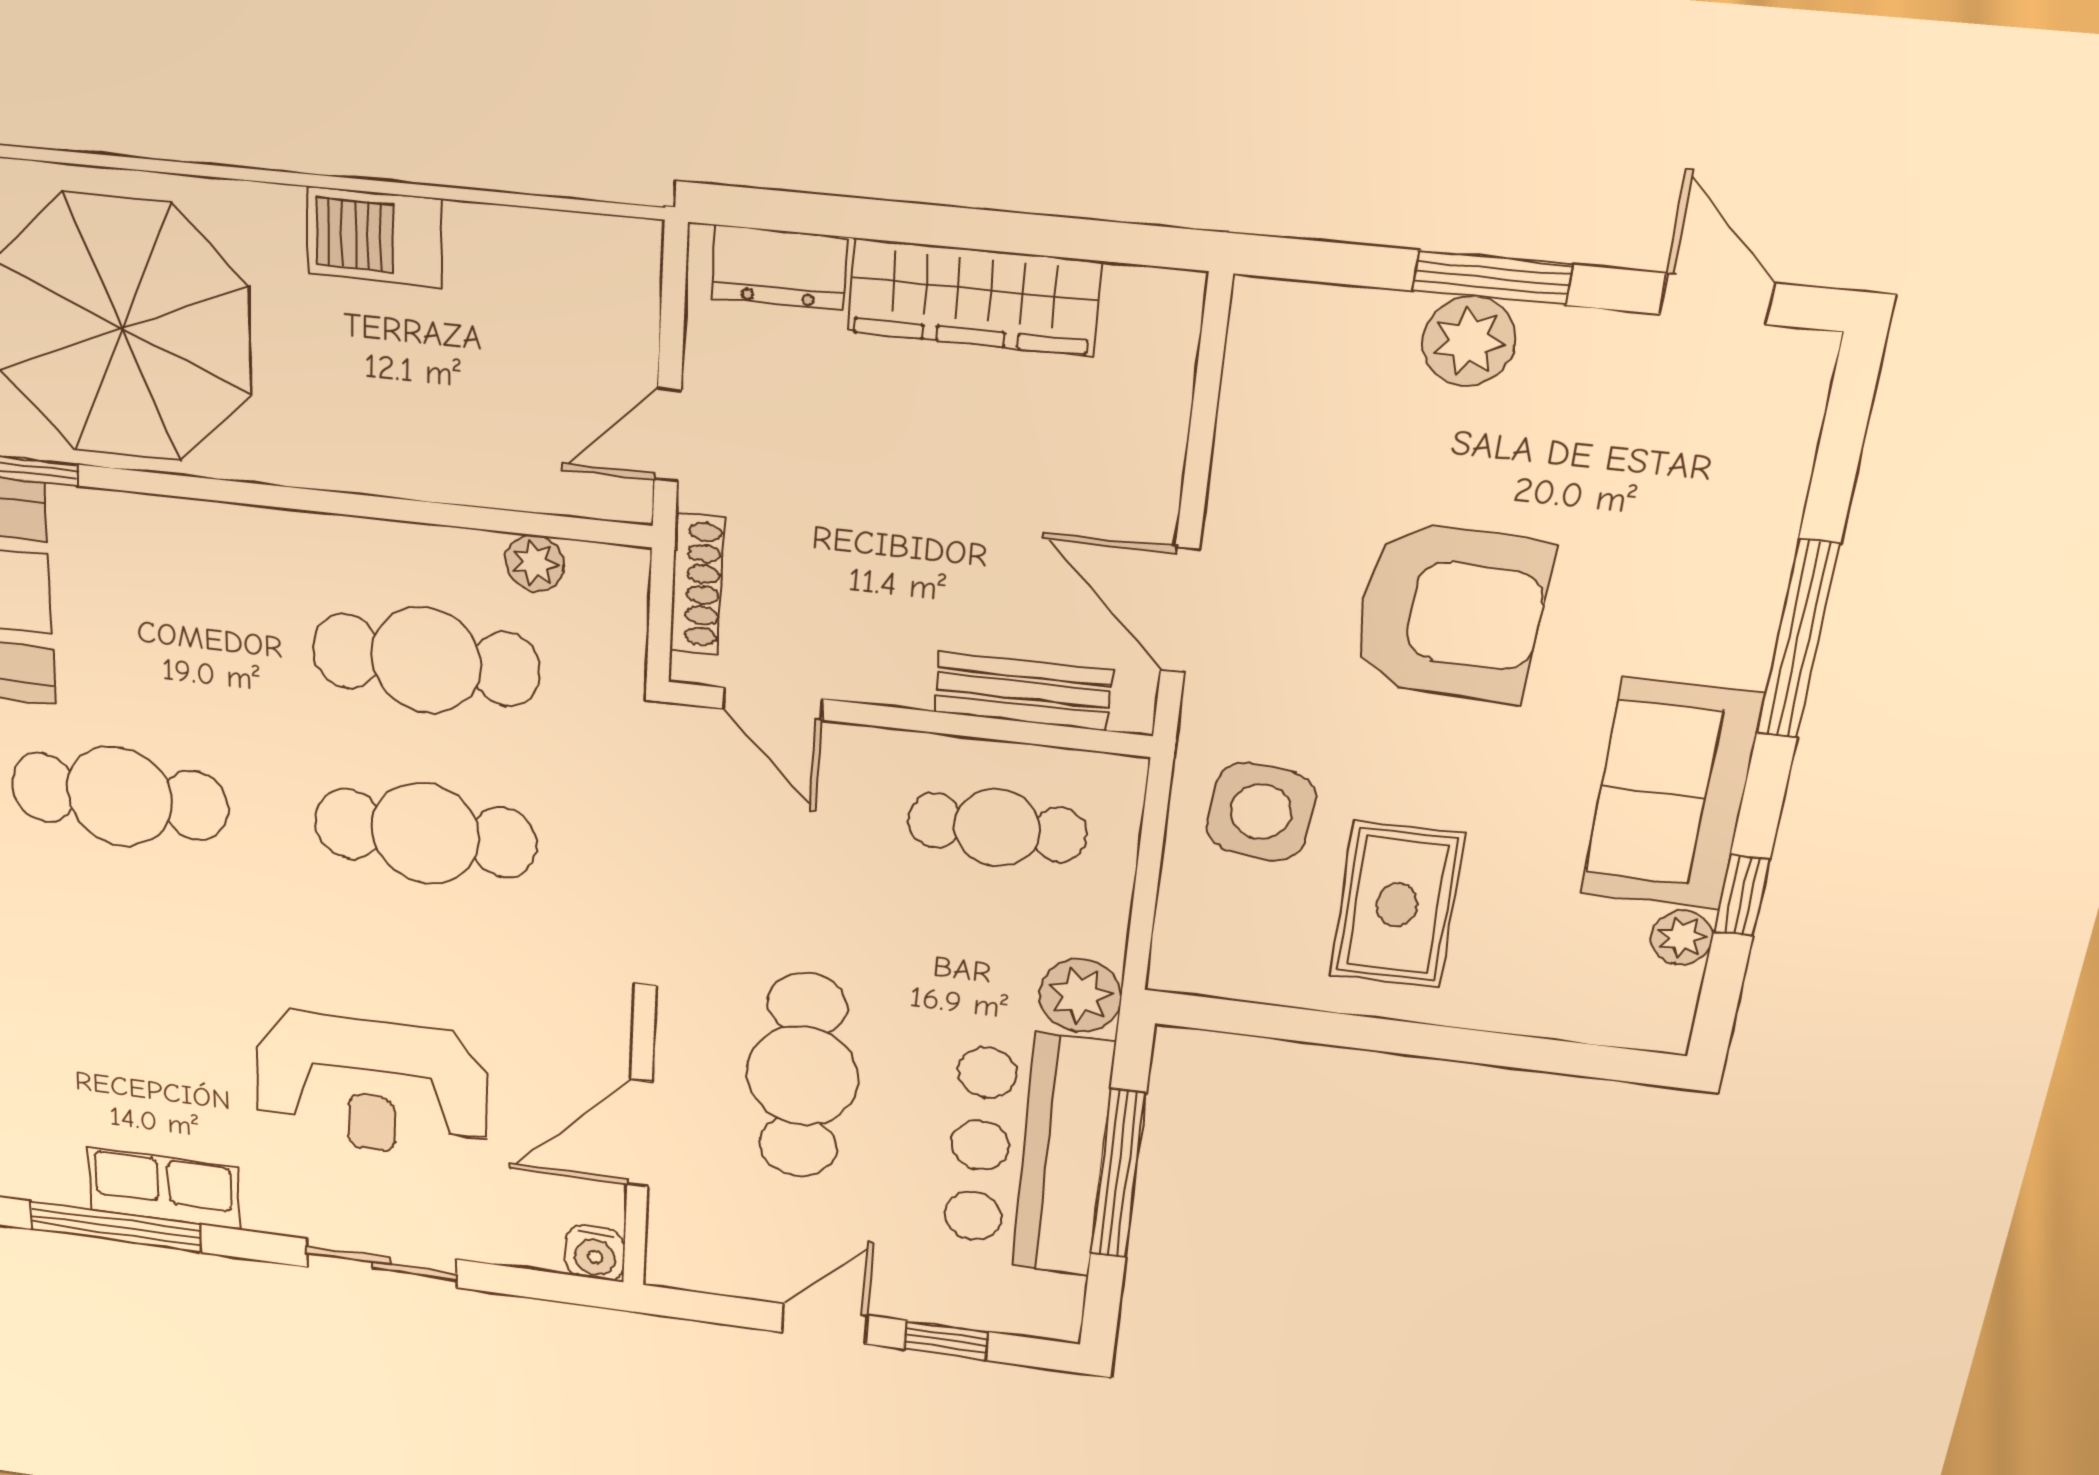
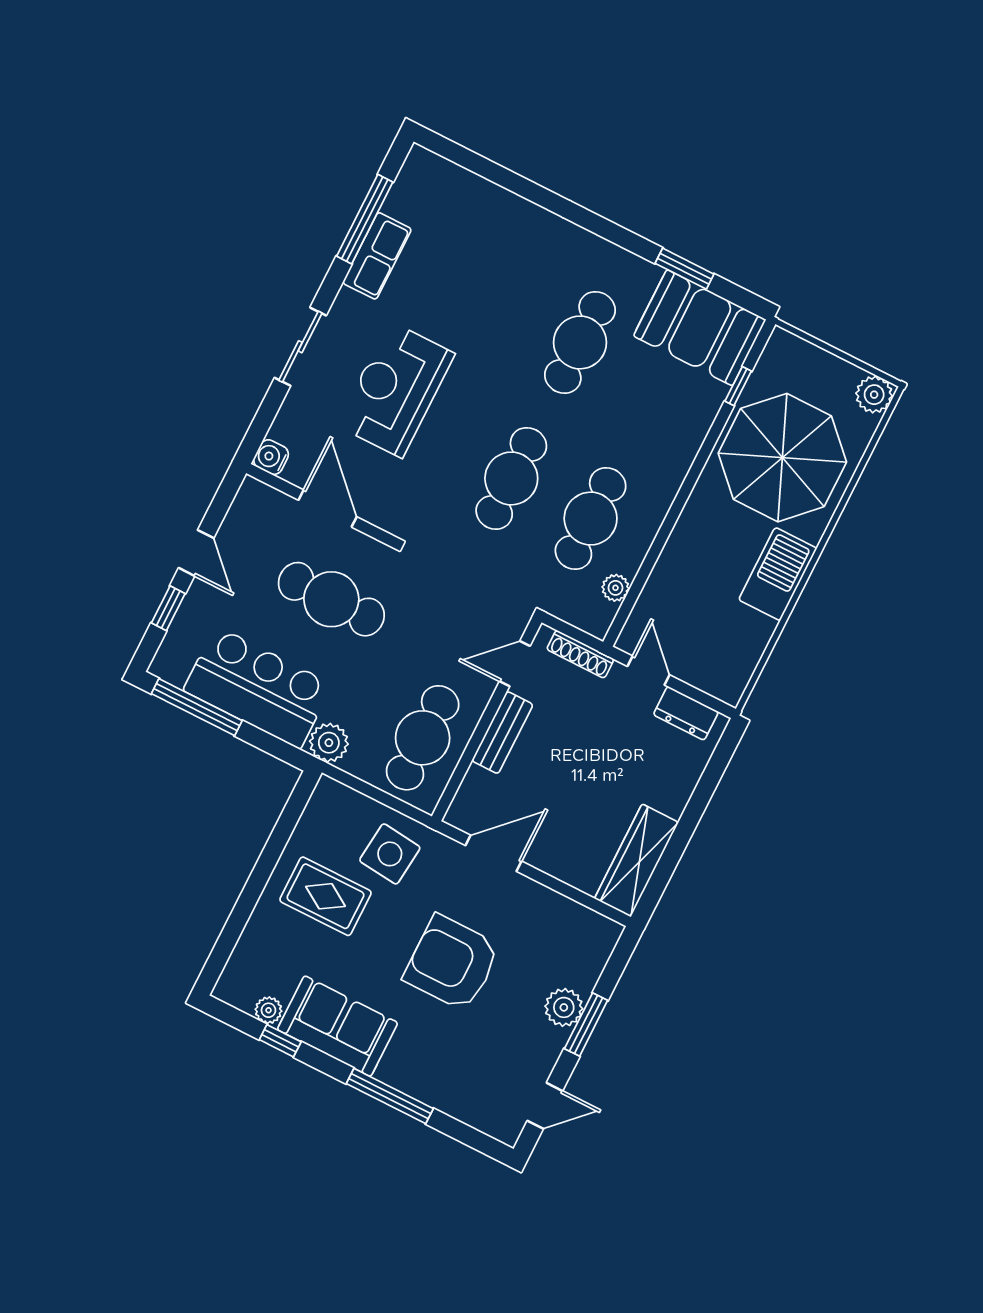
barbecue: (375, 237) -> (778, 574), width x1.37, depth x1.21
dresser: (779, 268) -> (686, 713), moved, turned -90
wardrobe: (974, 297) -> (636, 860), moved
armchair: (1451, 612) -> (452, 963), turned 87
bench: (1023, 691) -> (502, 733), moved
cafe table: (997, 828) -> (423, 738), width x1.37, depth x1.35
window: (1118, 1174) -> (197, 707), moved

